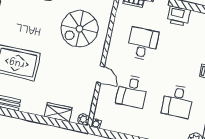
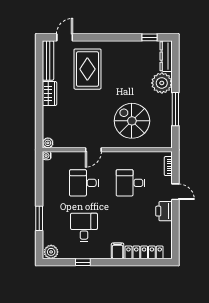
desk: (142, 44) -> (131, 183), turned 180
desk: (178, 101) -> (84, 227), turned 90
wardrobe: (58, 112) -> (50, 93), moved

